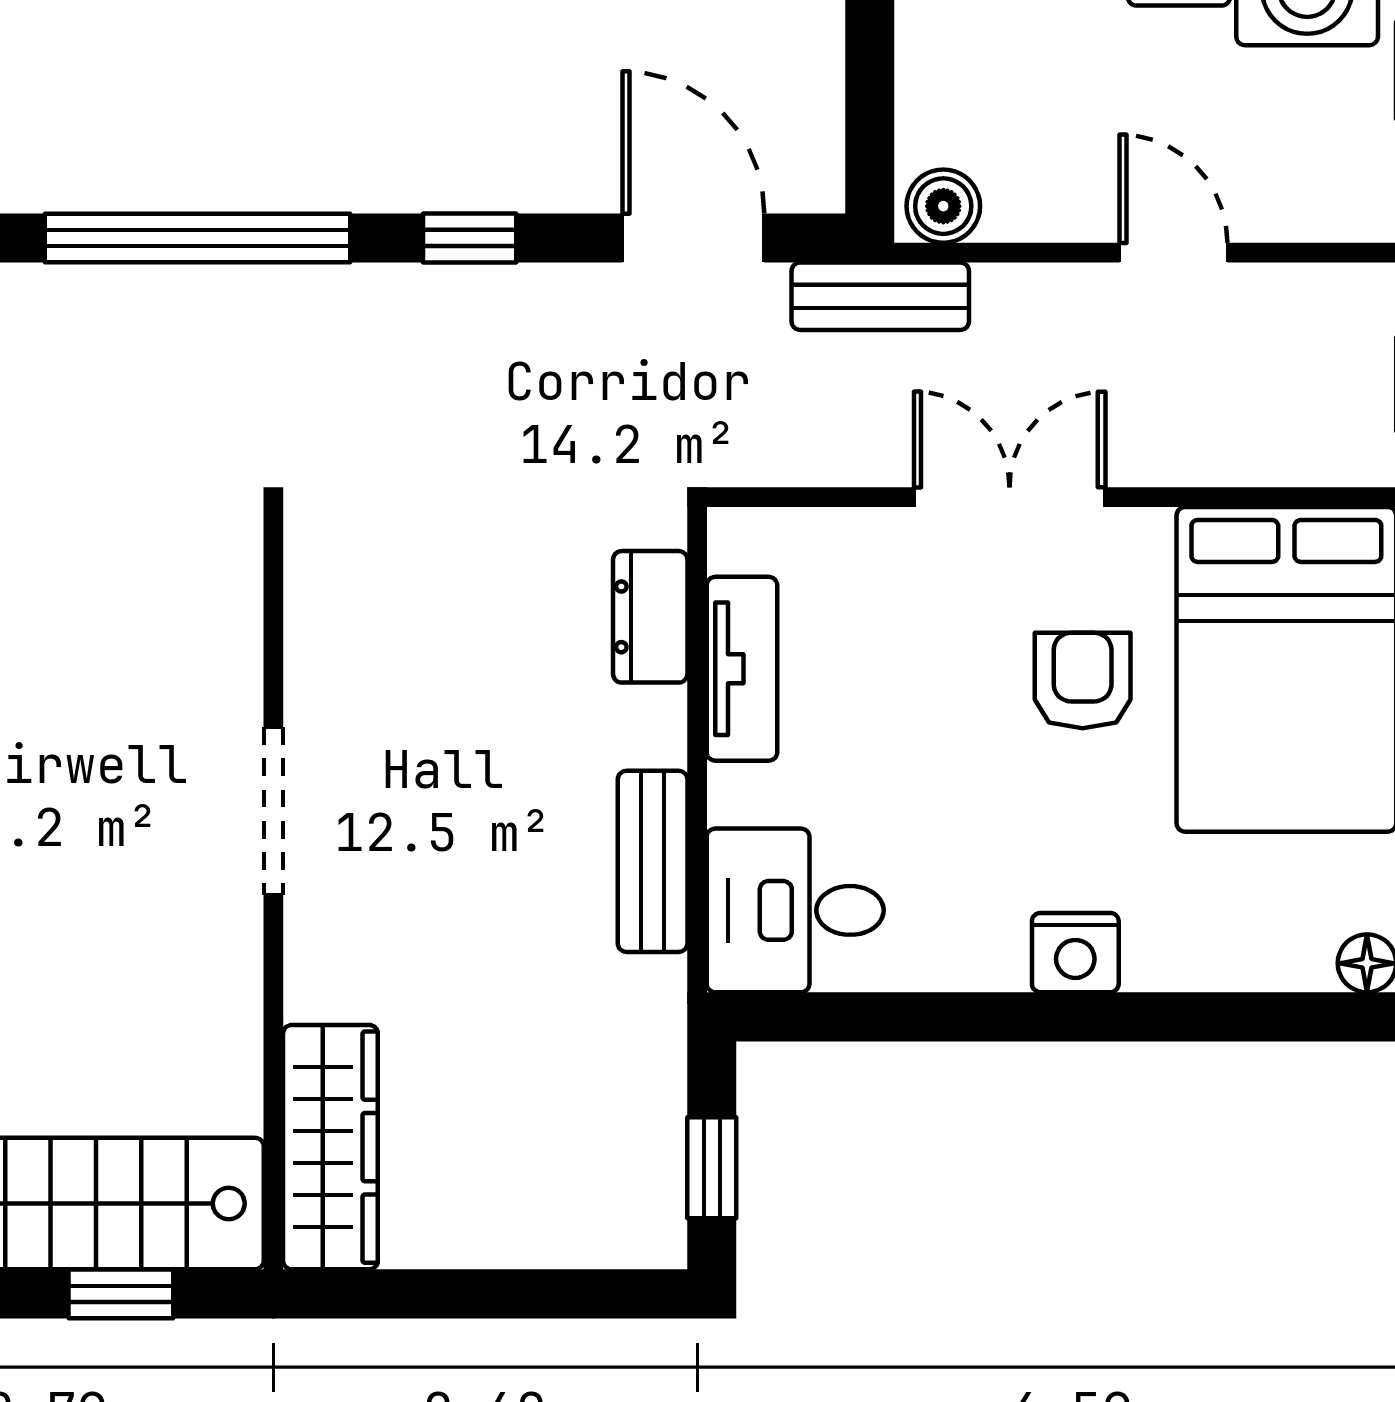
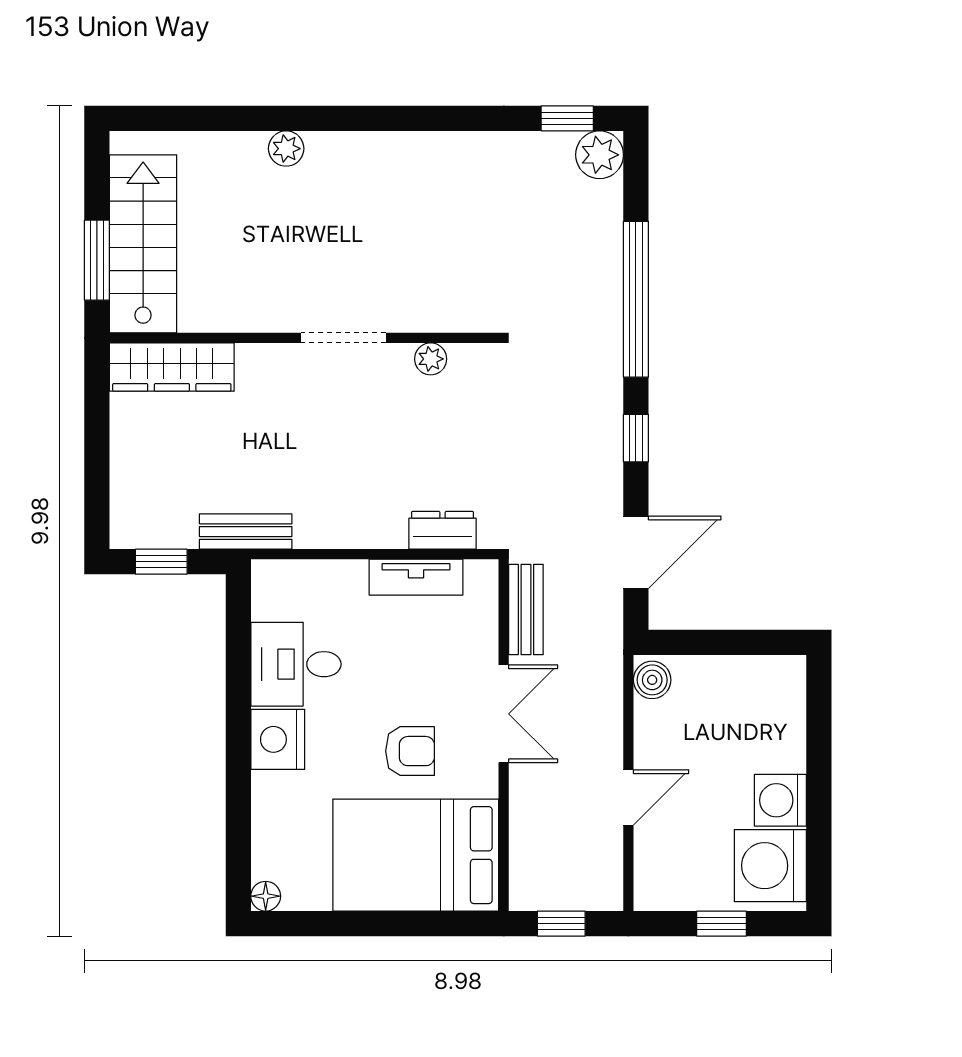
bench: (880, 296) -> (526, 610), moved
plant: (314, 640) -> (431, 359), added
bench: (653, 861) -> (246, 532), moved
desk: (795, 910) -> (296, 664), moved, turned -90
nightstand: (1075, 953) -> (278, 739), width x1.36, depth x1.33
window: (121, 1294) -> (97, 260), width x1.50

